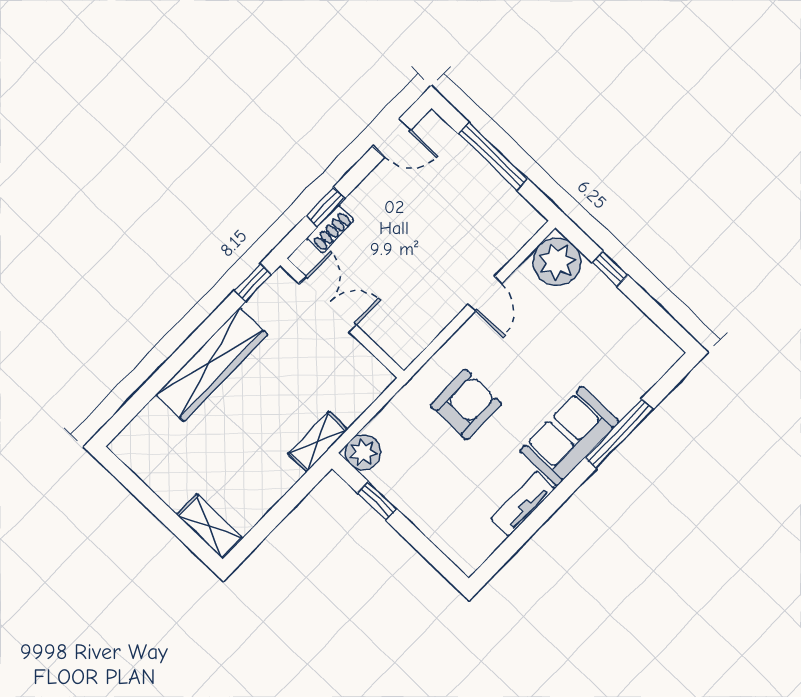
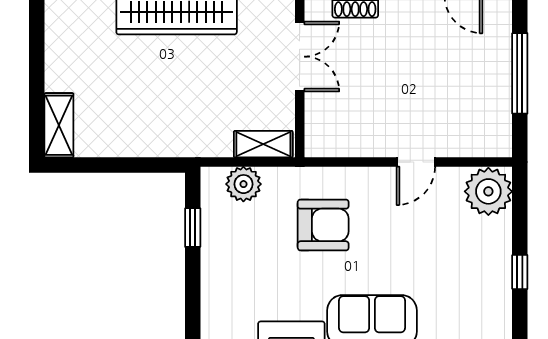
window: (610, 269) -> (520, 272), moved
shelving: (318, 442) -> (263, 144), moved
plant: (363, 452) -> (243, 184), moved

